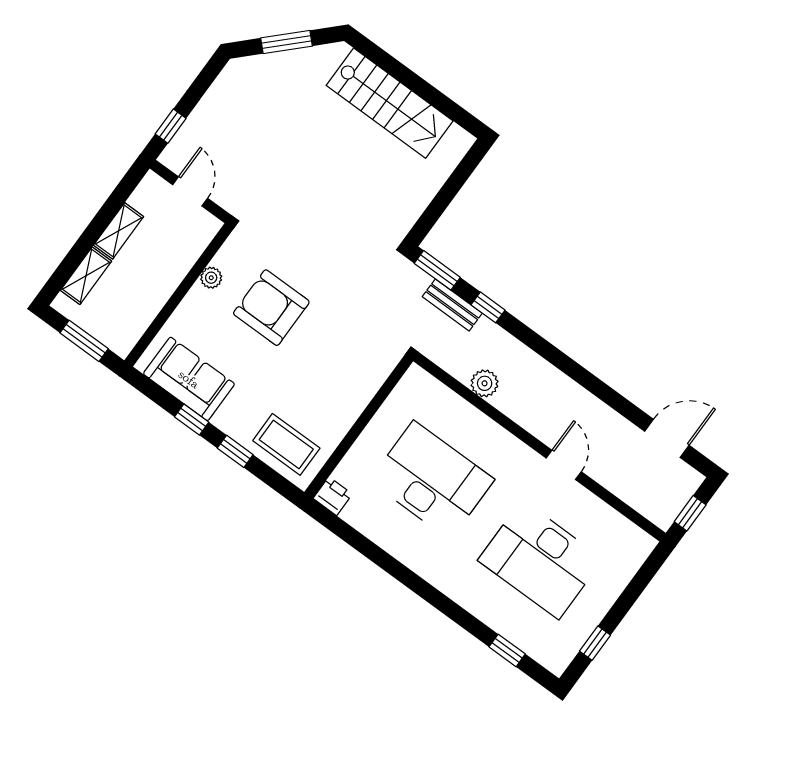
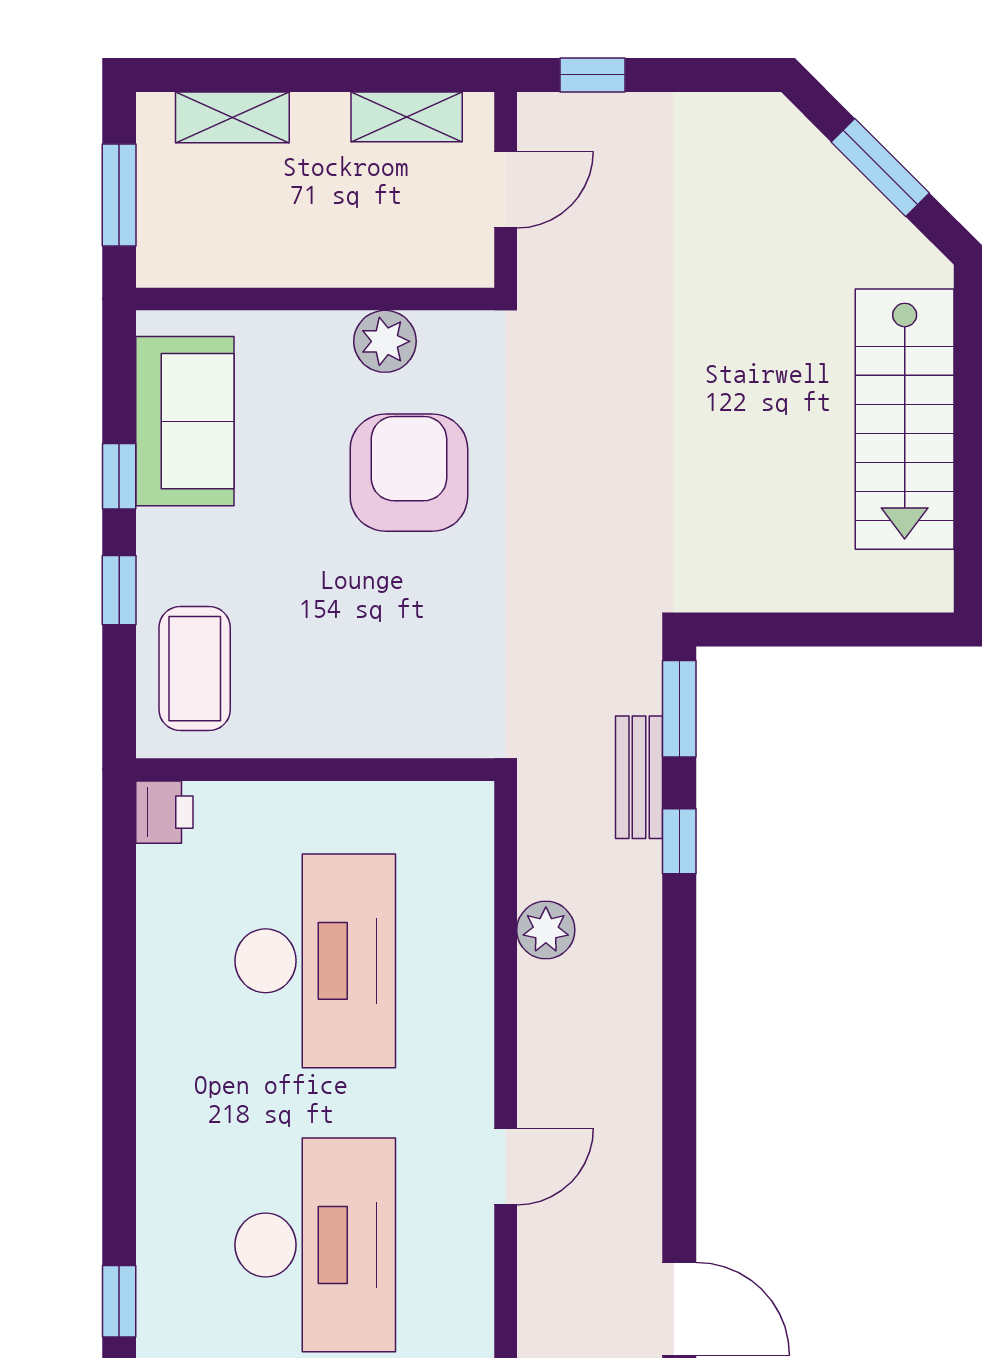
shelving: (119, 231) -> (407, 117), moved
plant: (211, 278) -> (385, 341), width x1.38, depth x1.38
desk: (540, 560) -> (315, 1245), turned 180

